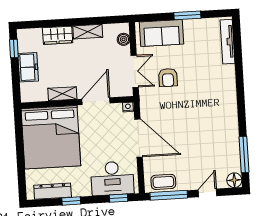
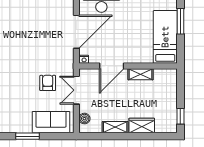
freezer: (28, 67) -> (169, 99), removed
bed: (51, 137) -> (165, 37), width x0.49
door: (139, 138) -> (76, 32), swing flipped
window: (20, 157) -> (180, 21), added

